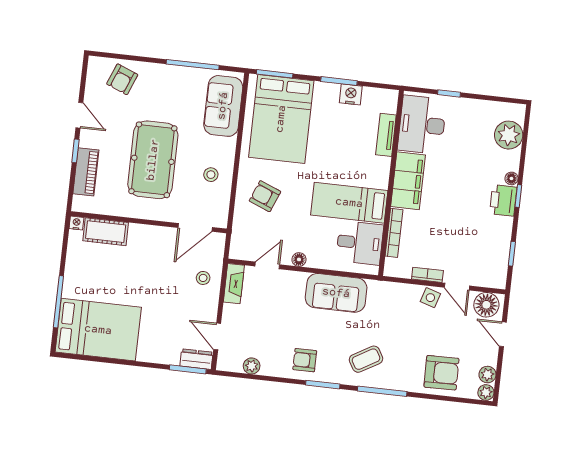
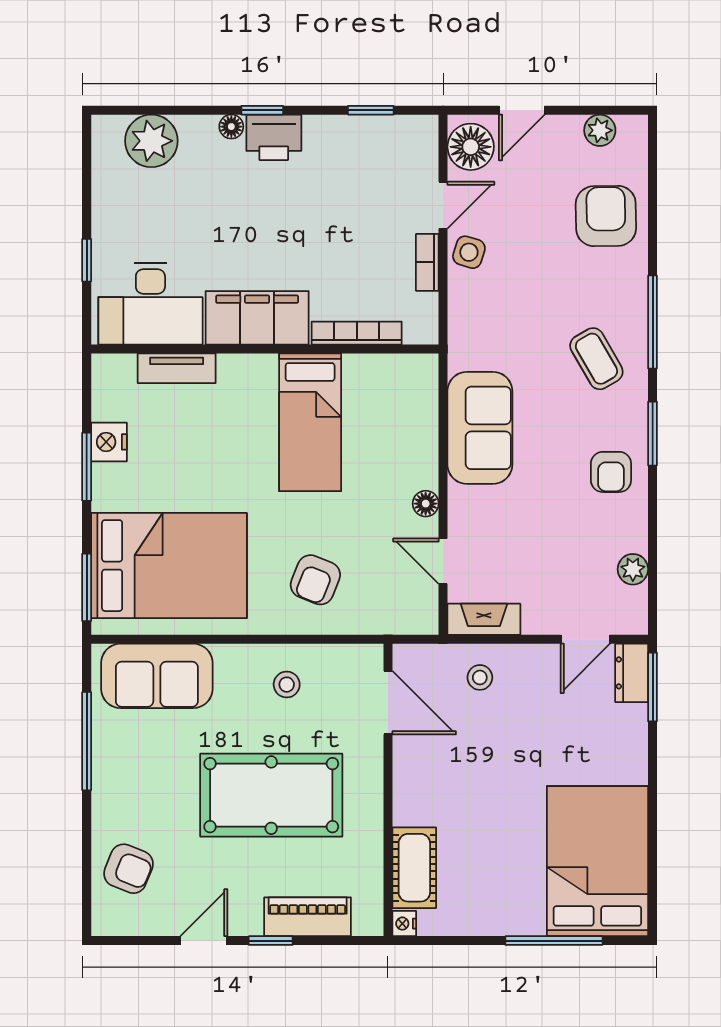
desk: (360, 243) -> (382, 395), removed
plant: (486, 392) -> (633, 129), removed

